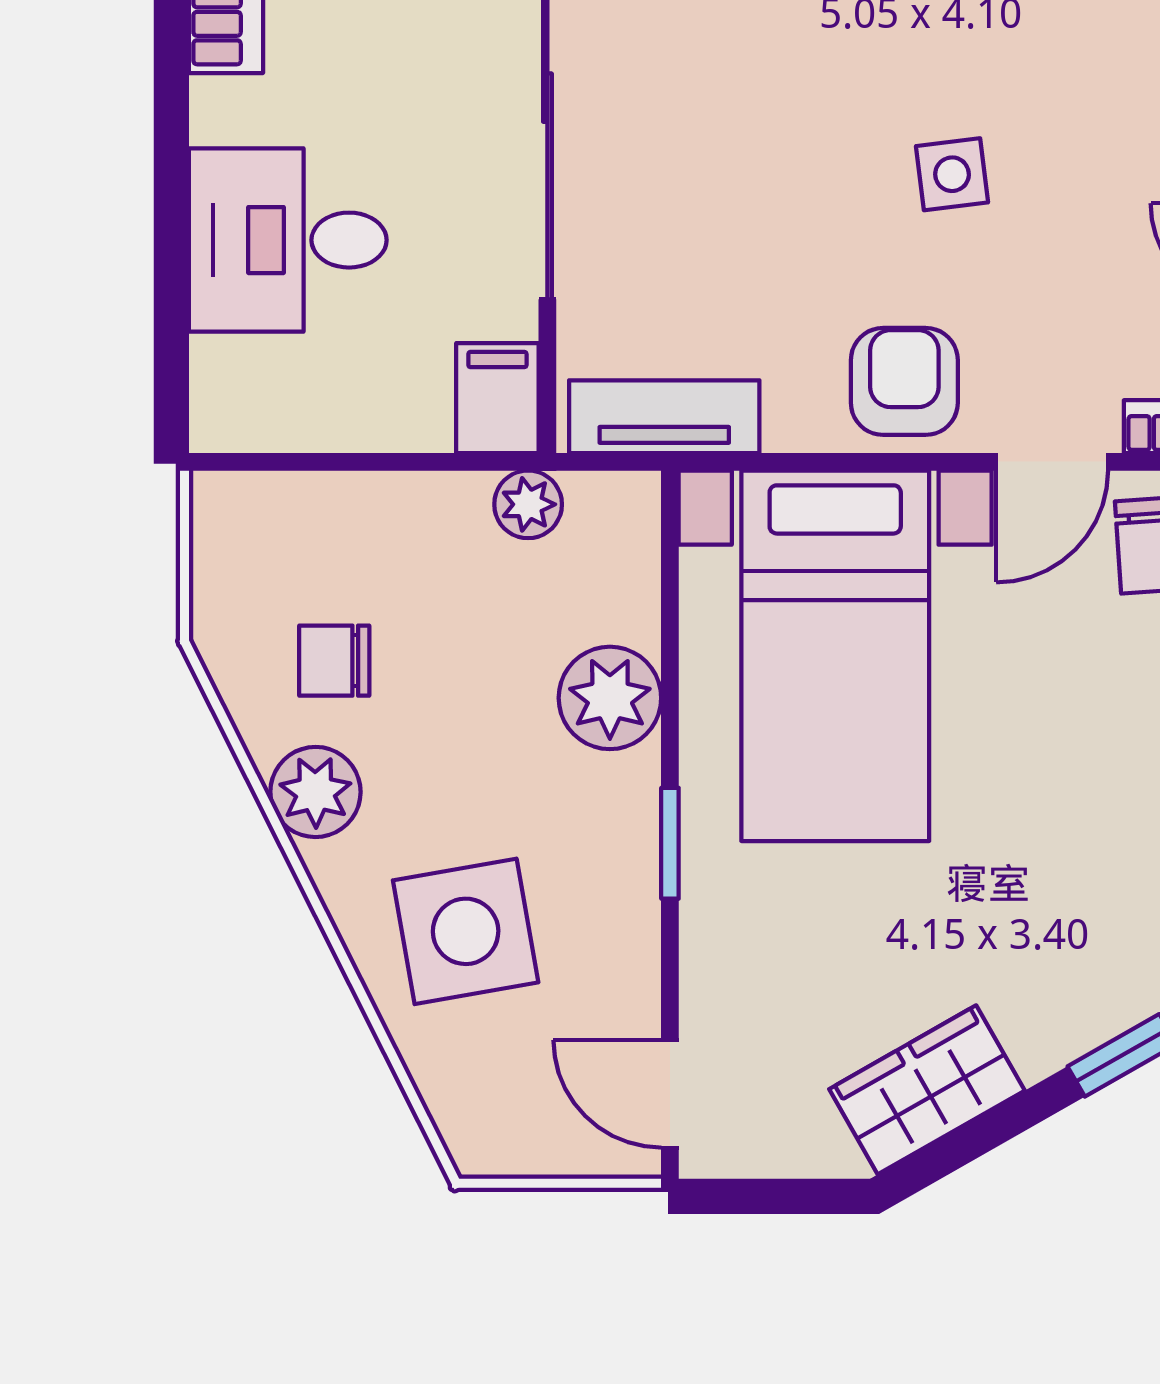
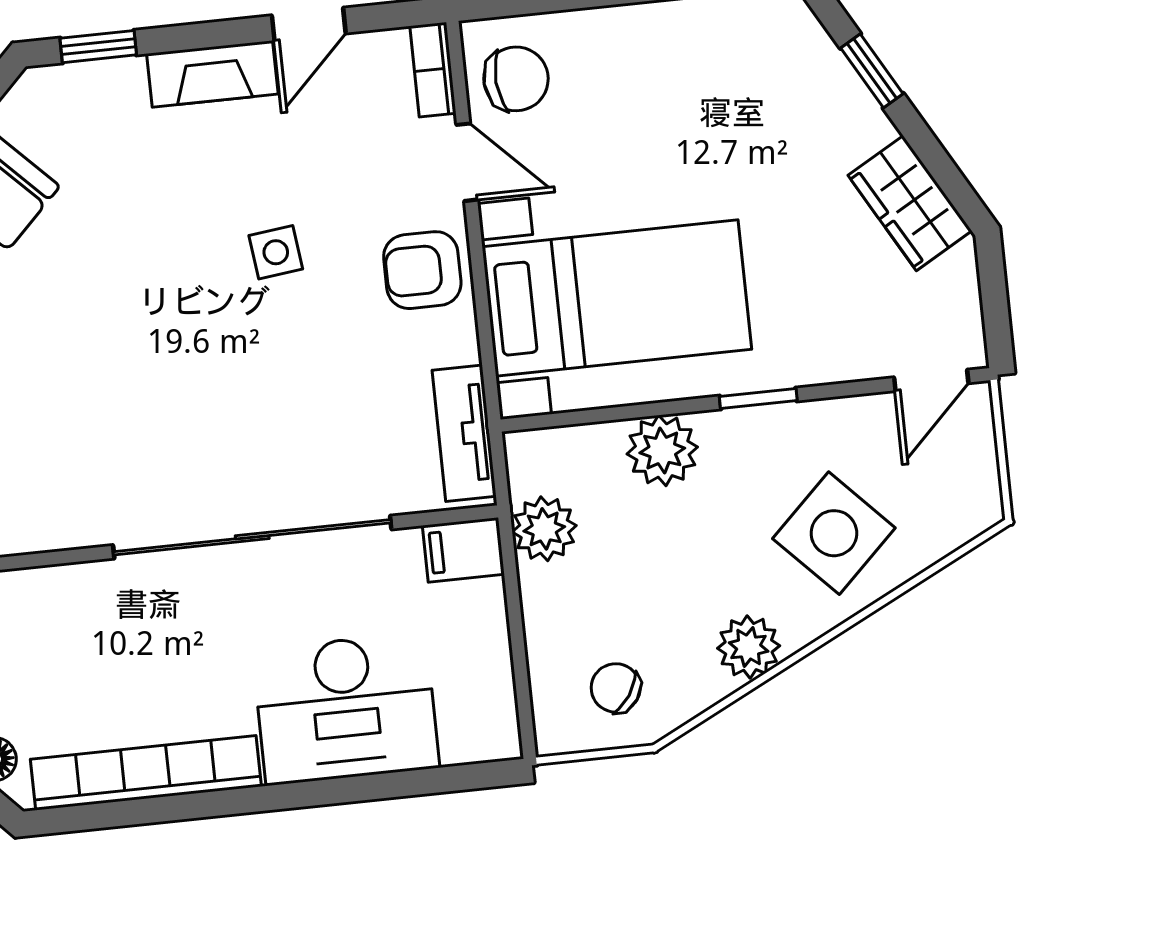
desk: (288, 240) -> (346, 709), width x1.37
plant: (528, 504) -> (544, 529), width x1.38, depth x1.38
chair: (334, 661) -> (616, 688), moved, turned 124
side table: (466, 931) -> (834, 533), turned -34

